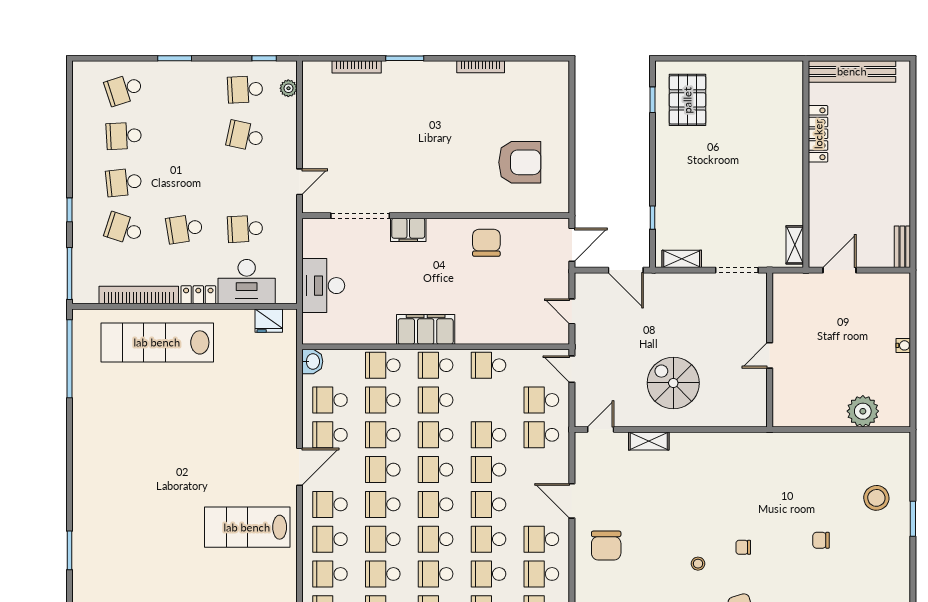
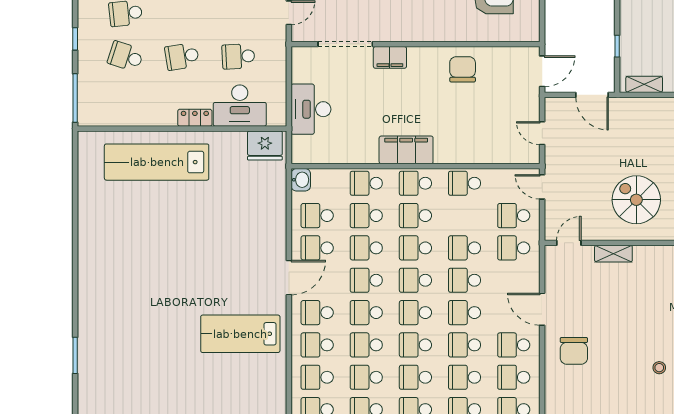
bookcase: (139, 295) -> (140, 118), removed
fridge: (269, 321) -> (265, 146), width x1.36, depth x1.34
window: (69, 359) -> (75, 177), removed

